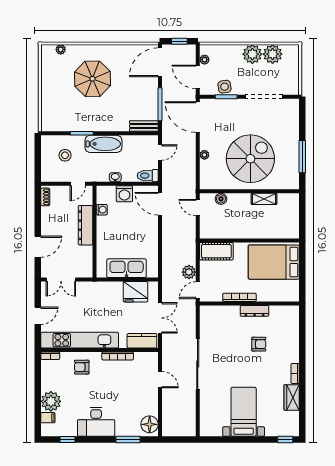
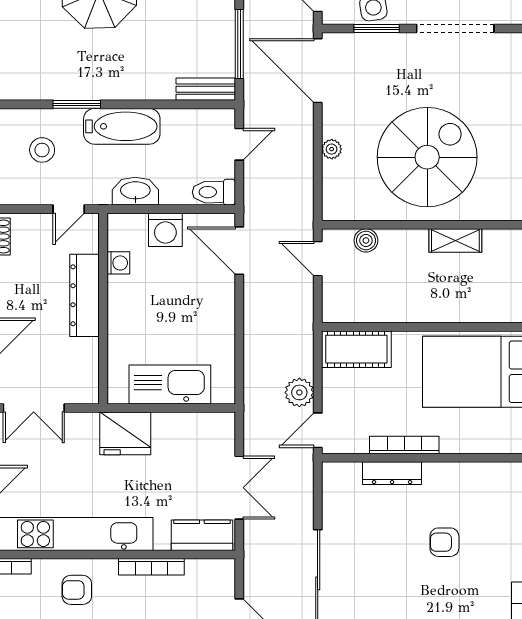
washbasin: (115, 177) -> (135, 191), width x1.91, depth x1.45
fridge: (135, 292) -> (125, 433), moved
dresser: (255, 311) -> (392, 473), moved
armchair: (259, 344) -> (444, 542), turned 180

